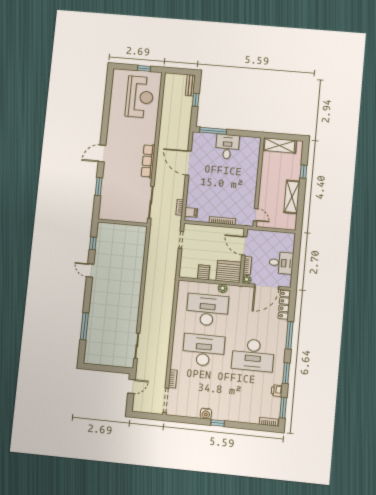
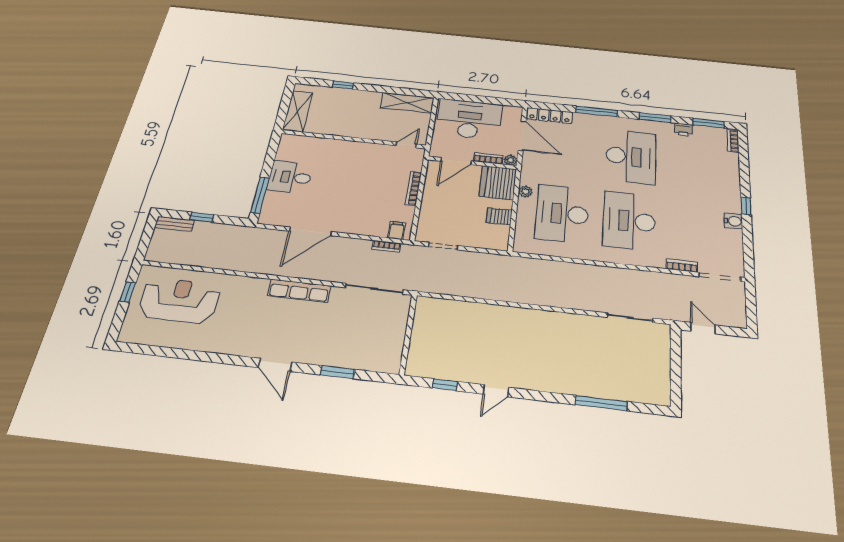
shelving: (292, 197) -> (407, 103), moved
desk: (281, 263) -> (469, 119), width x1.87, depth x1.30

